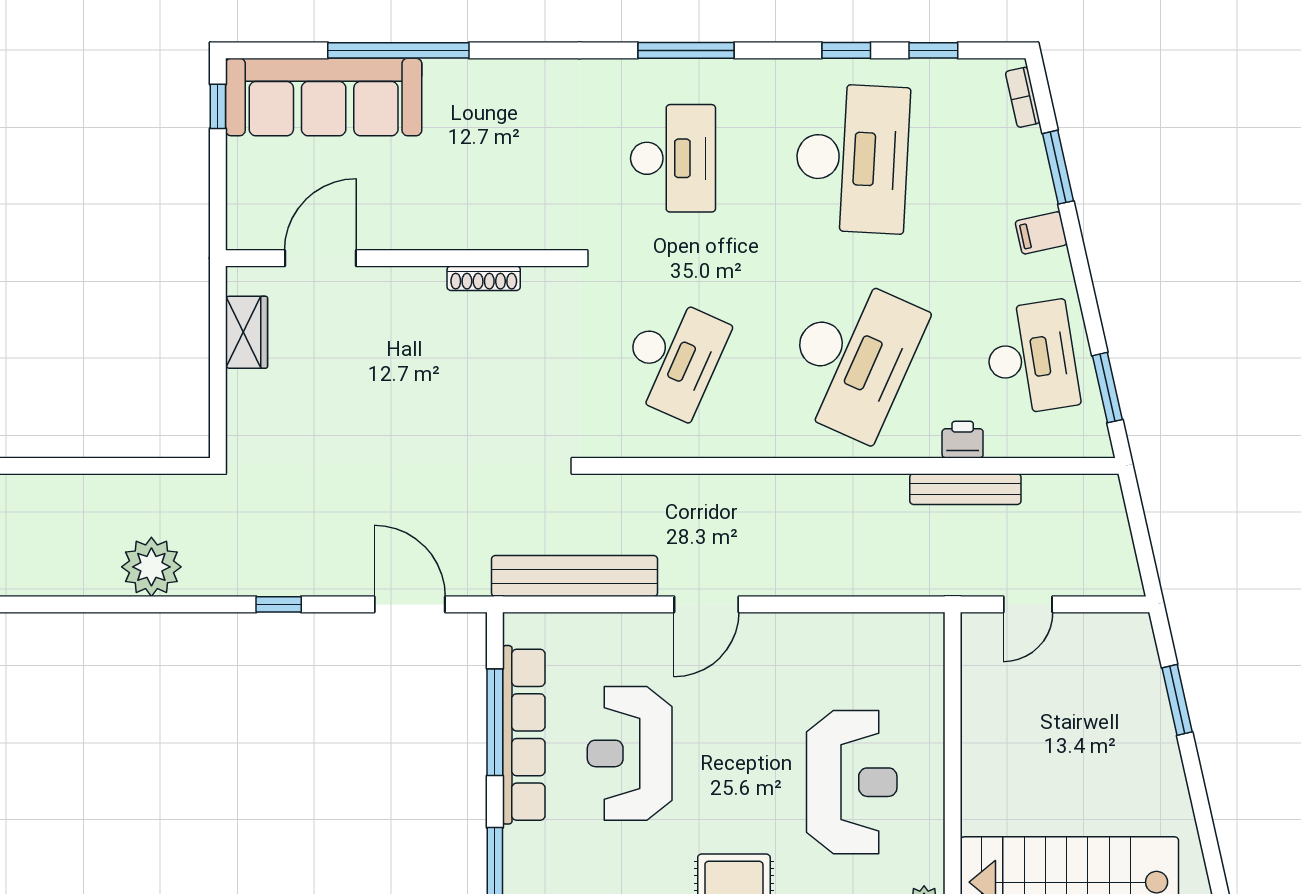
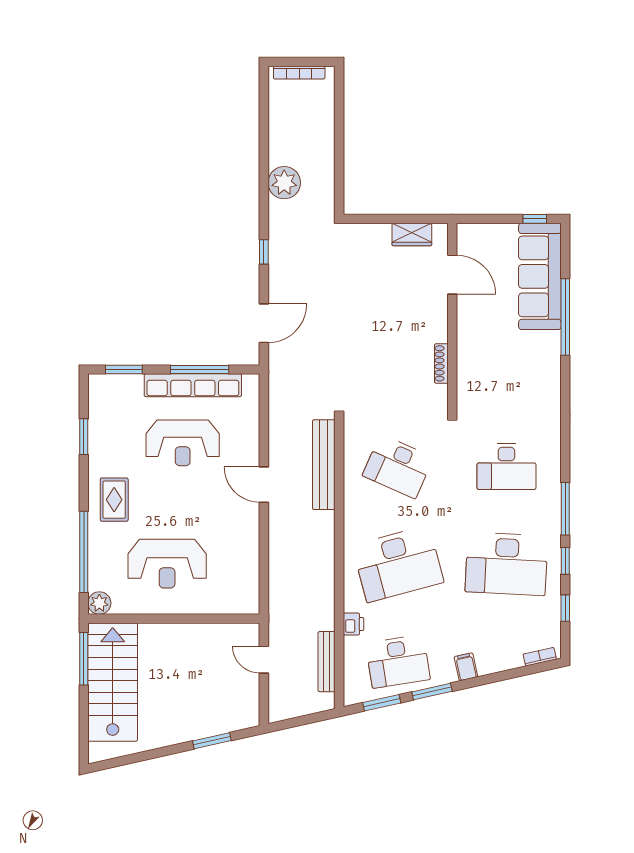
window: (686, 50) -> (565, 509), moved
window: (1058, 167) -> (432, 692), moved
desk: (852, 358) -> (398, 564), turned -39
bench: (965, 489) -> (327, 662), moved
bench: (574, 576) -> (324, 465), moved
reception desk: (630, 753) -> (183, 443), turned 180

